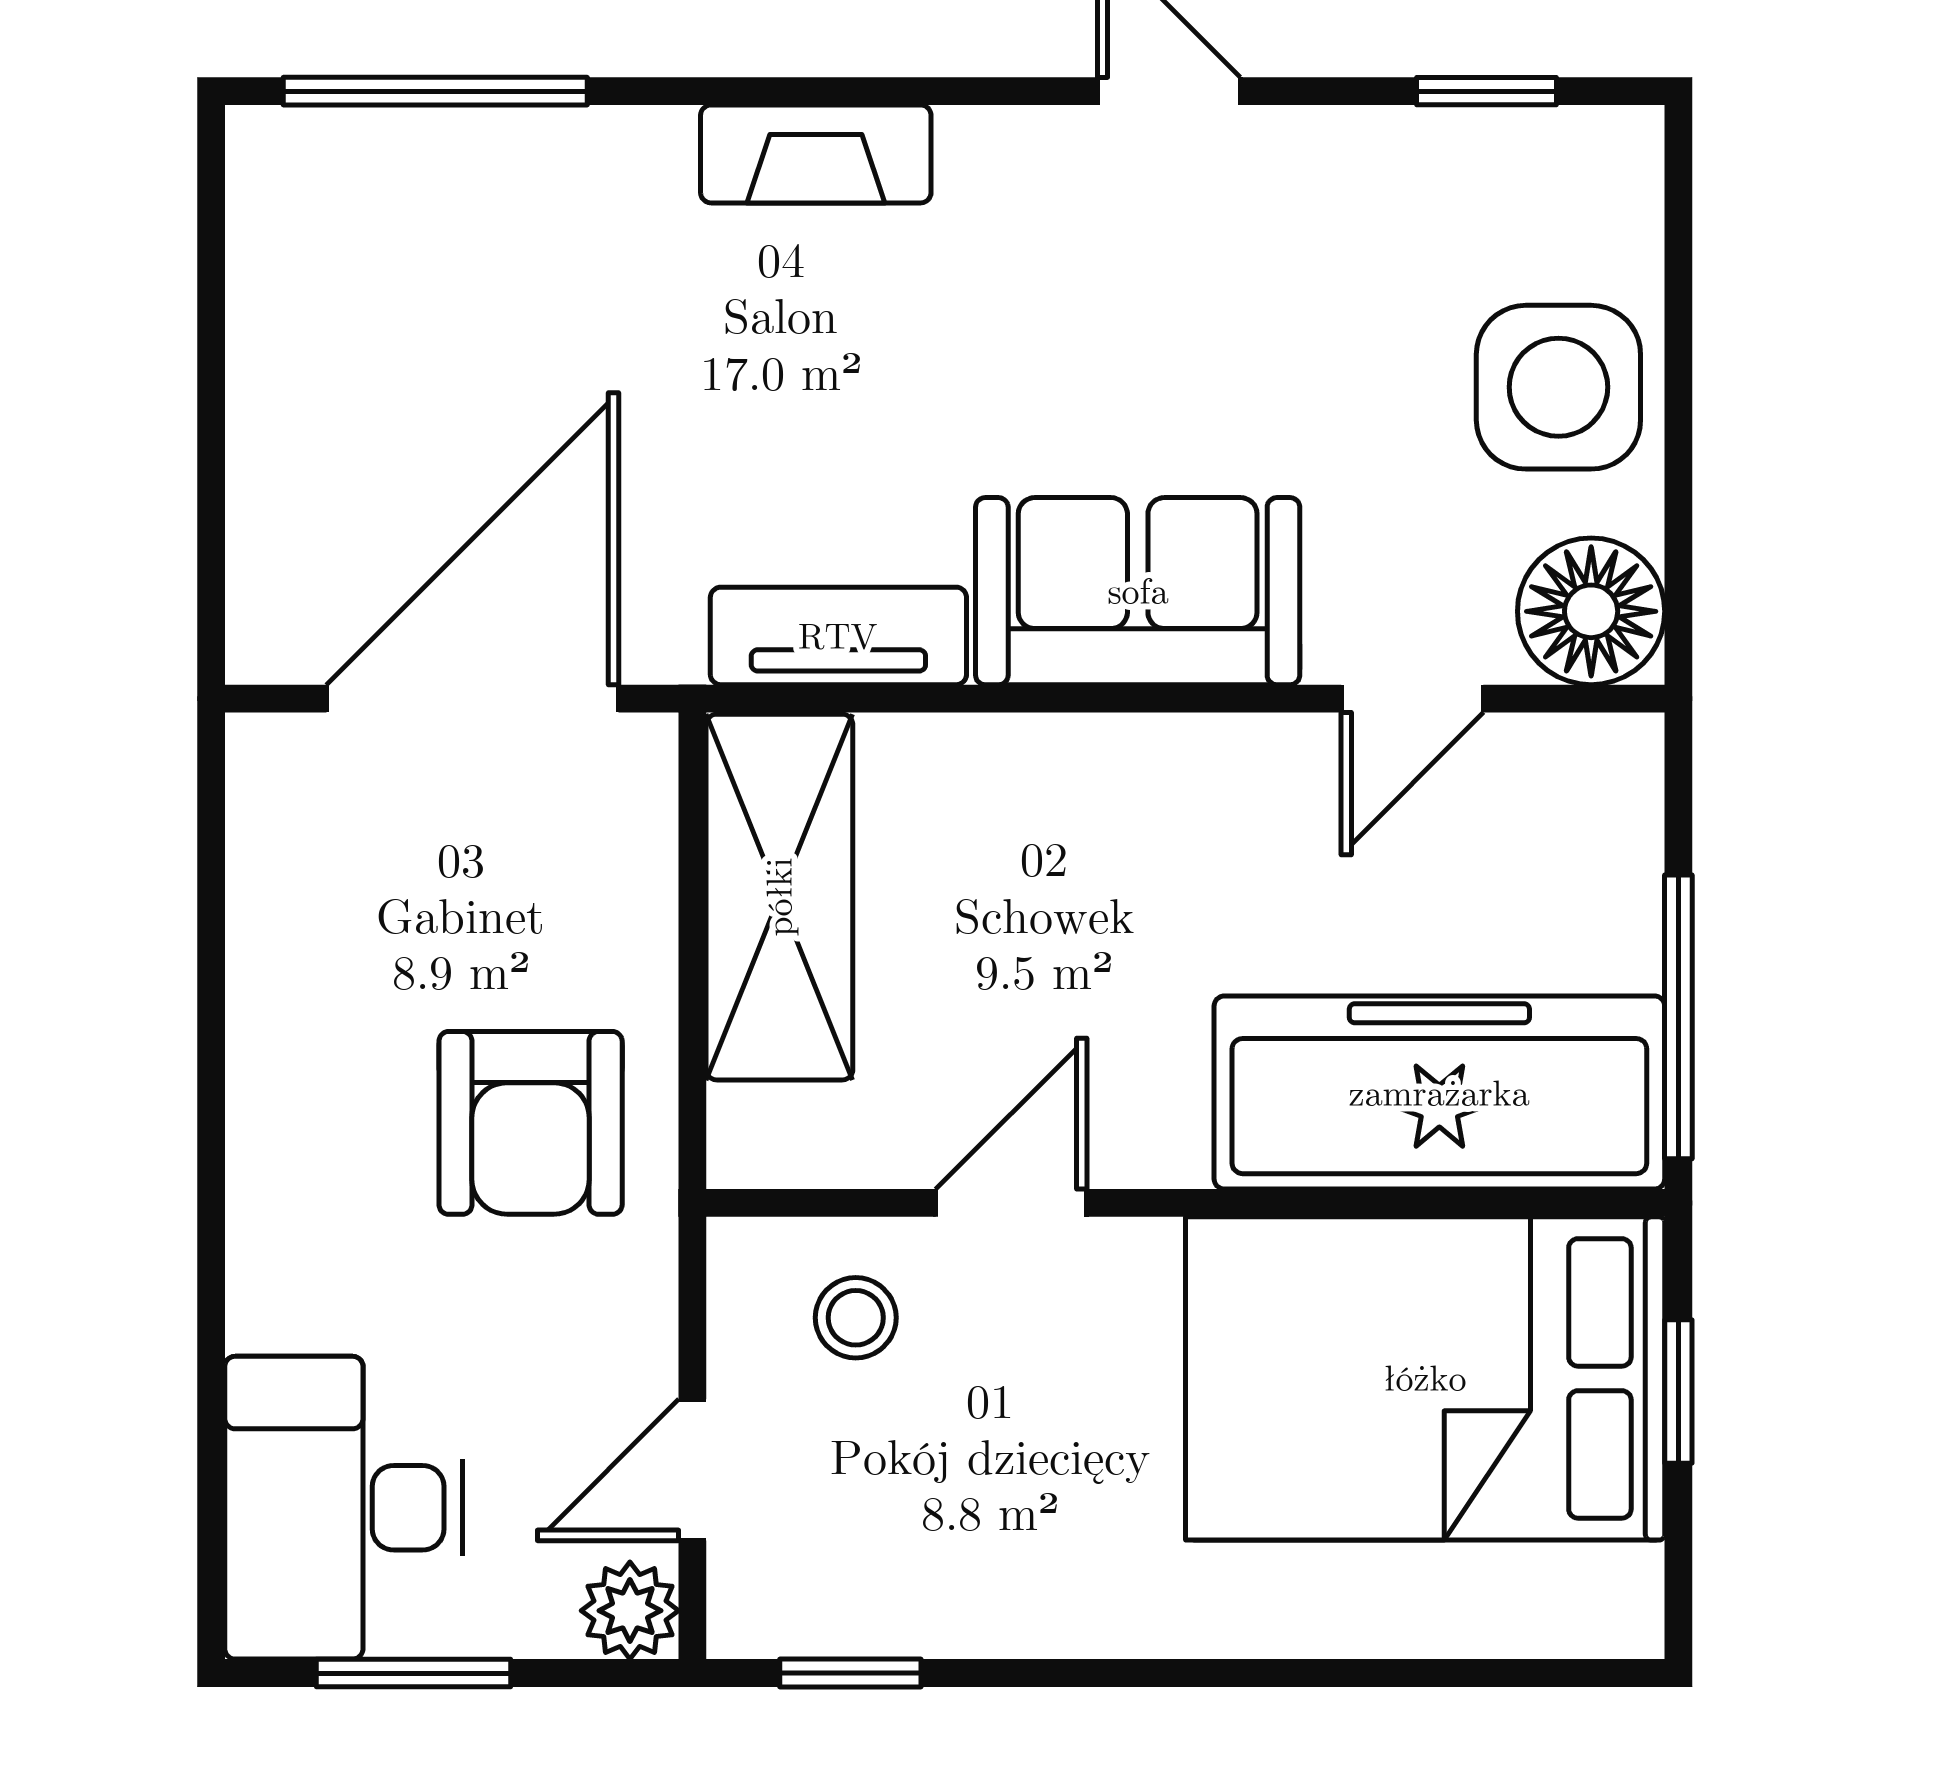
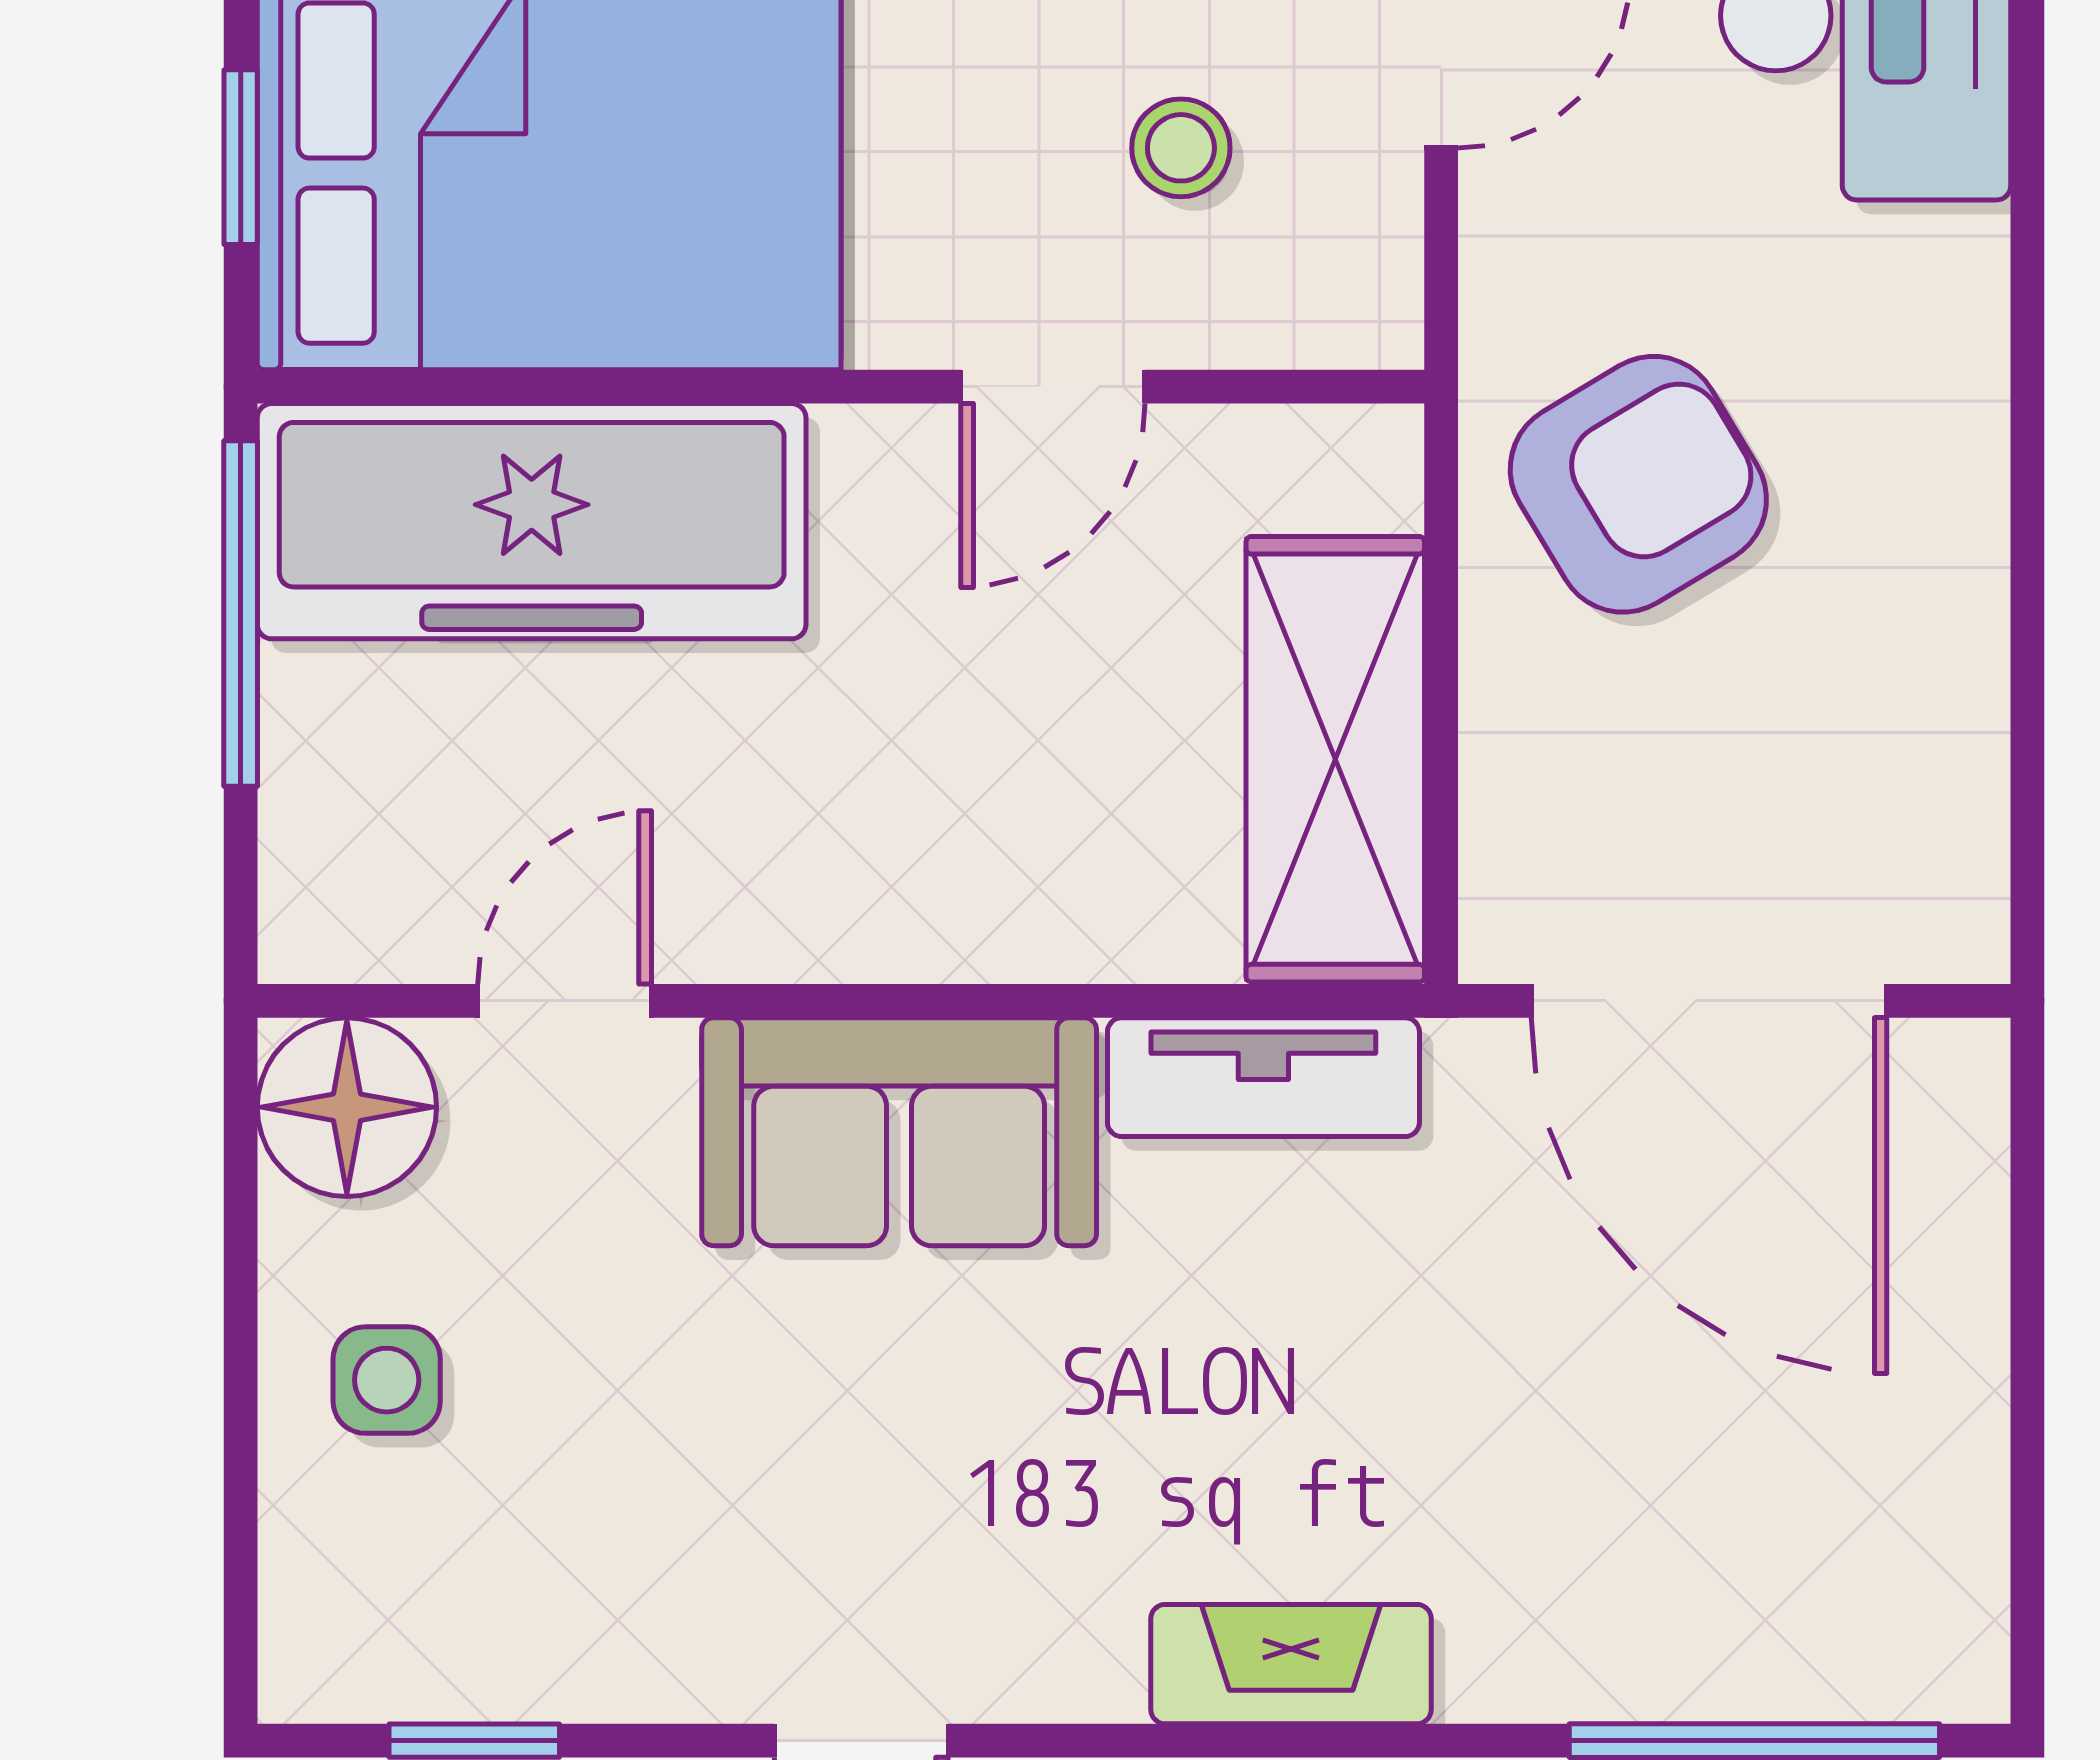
side table: (1558, 387) -> (387, 1380), width x0.54, depth x0.54
door: (472, 699) -> (1709, 1001), hinge flipped
armchair: (531, 1123) -> (1638, 484), turned 59
stool: (856, 1318) -> (1181, 148), moved

